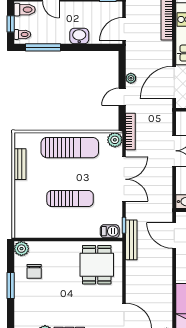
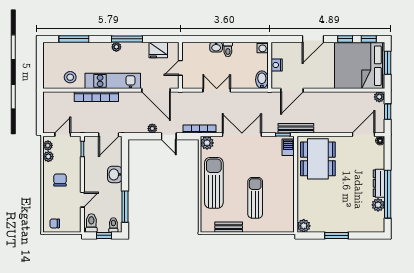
door: (124, 29) -> (109, 135), hinge flipped
sun lounger: (70, 198) -> (255, 198), moved
dining table: (97, 265) -> (318, 159), width x1.38
chair: (34, 271) -> (324, 214), removed

